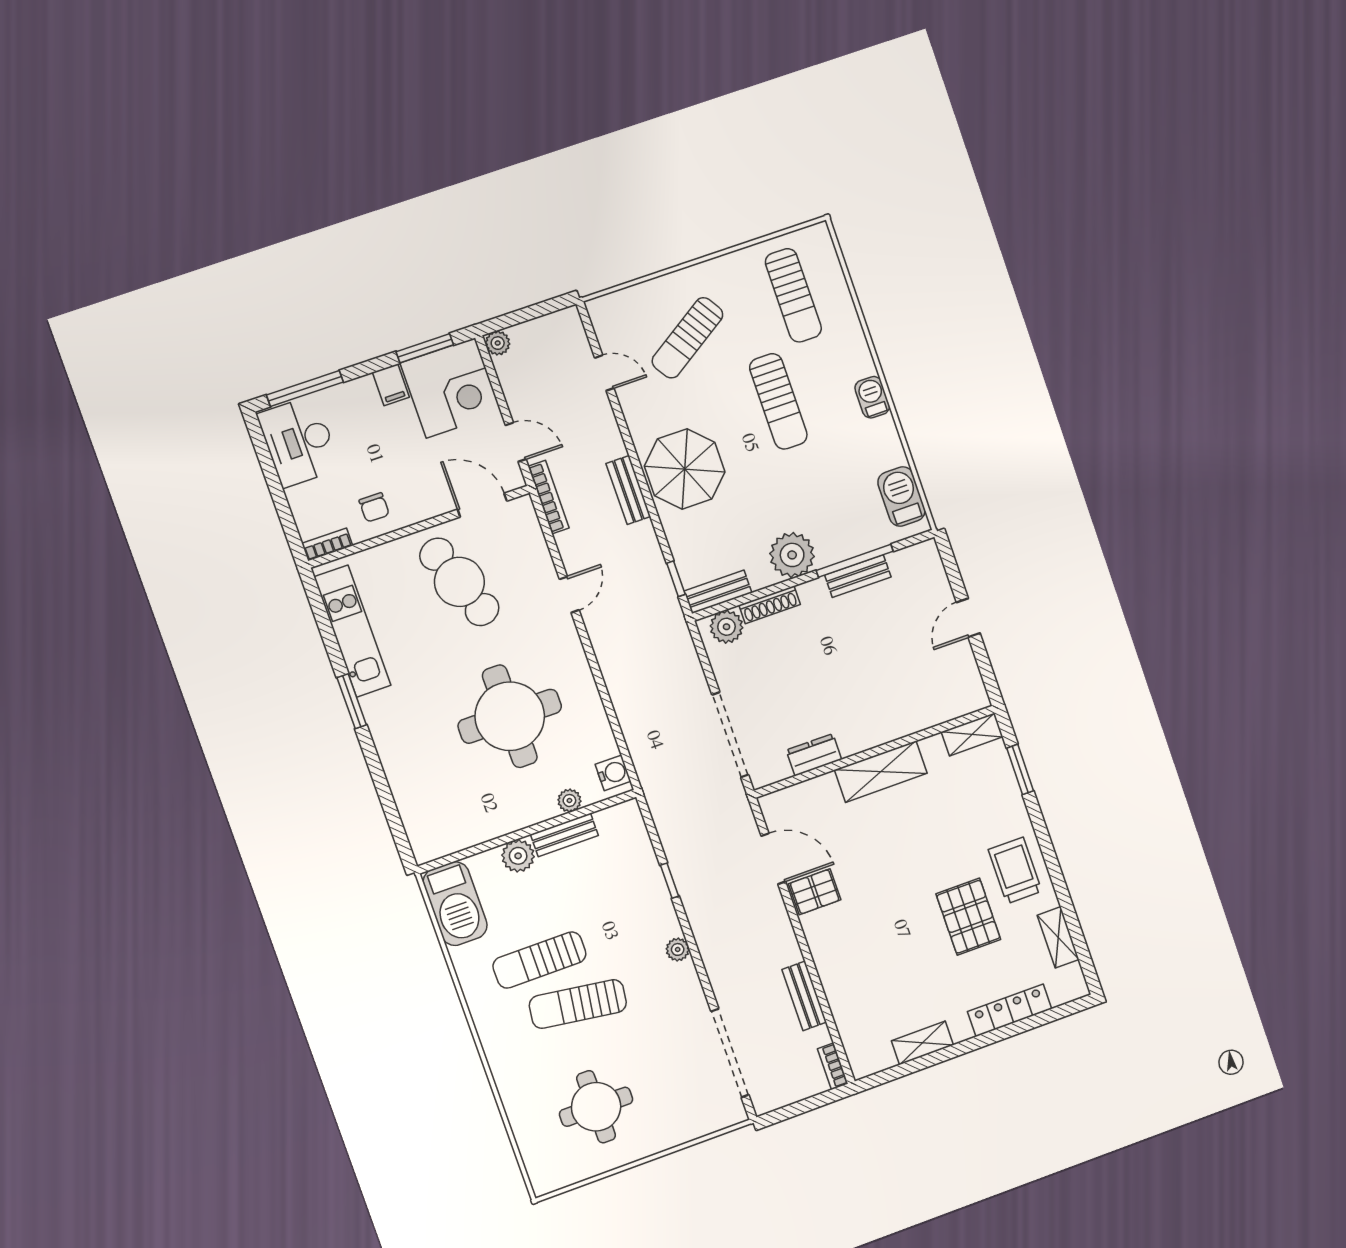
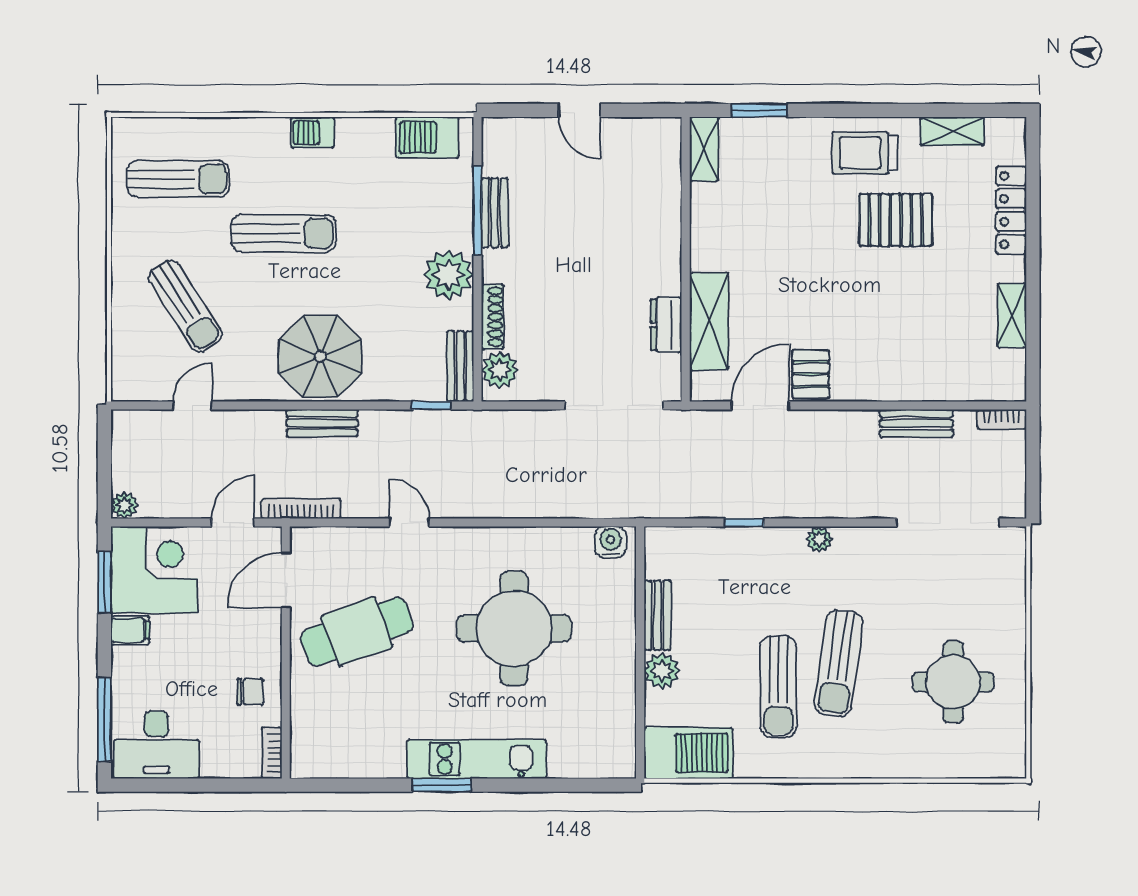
kitchen unit: (352, 631) -> (477, 759), moved
shelving: (881, 772) -> (709, 321), moved
plant: (569, 801) -> (623, 597), removed

